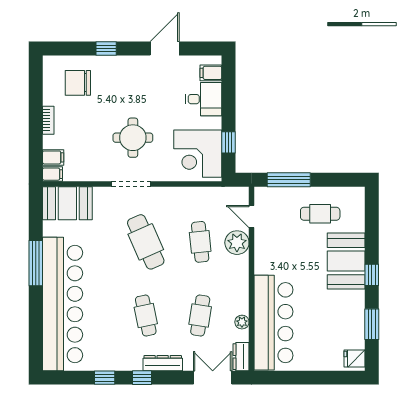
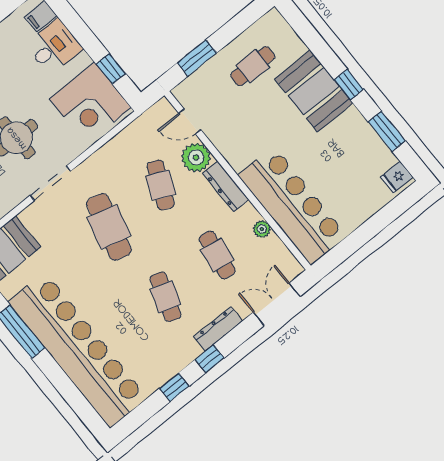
window: (289, 180) -> (197, 58), width x0.69
cafe table: (146, 242) -> (109, 227), turned 39
cafe table: (200, 242) -> (161, 185), turned 30
cafe table: (146, 316) -> (166, 297), turned 30
dresser: (241, 357) -> (226, 186), moved, width x1.44

